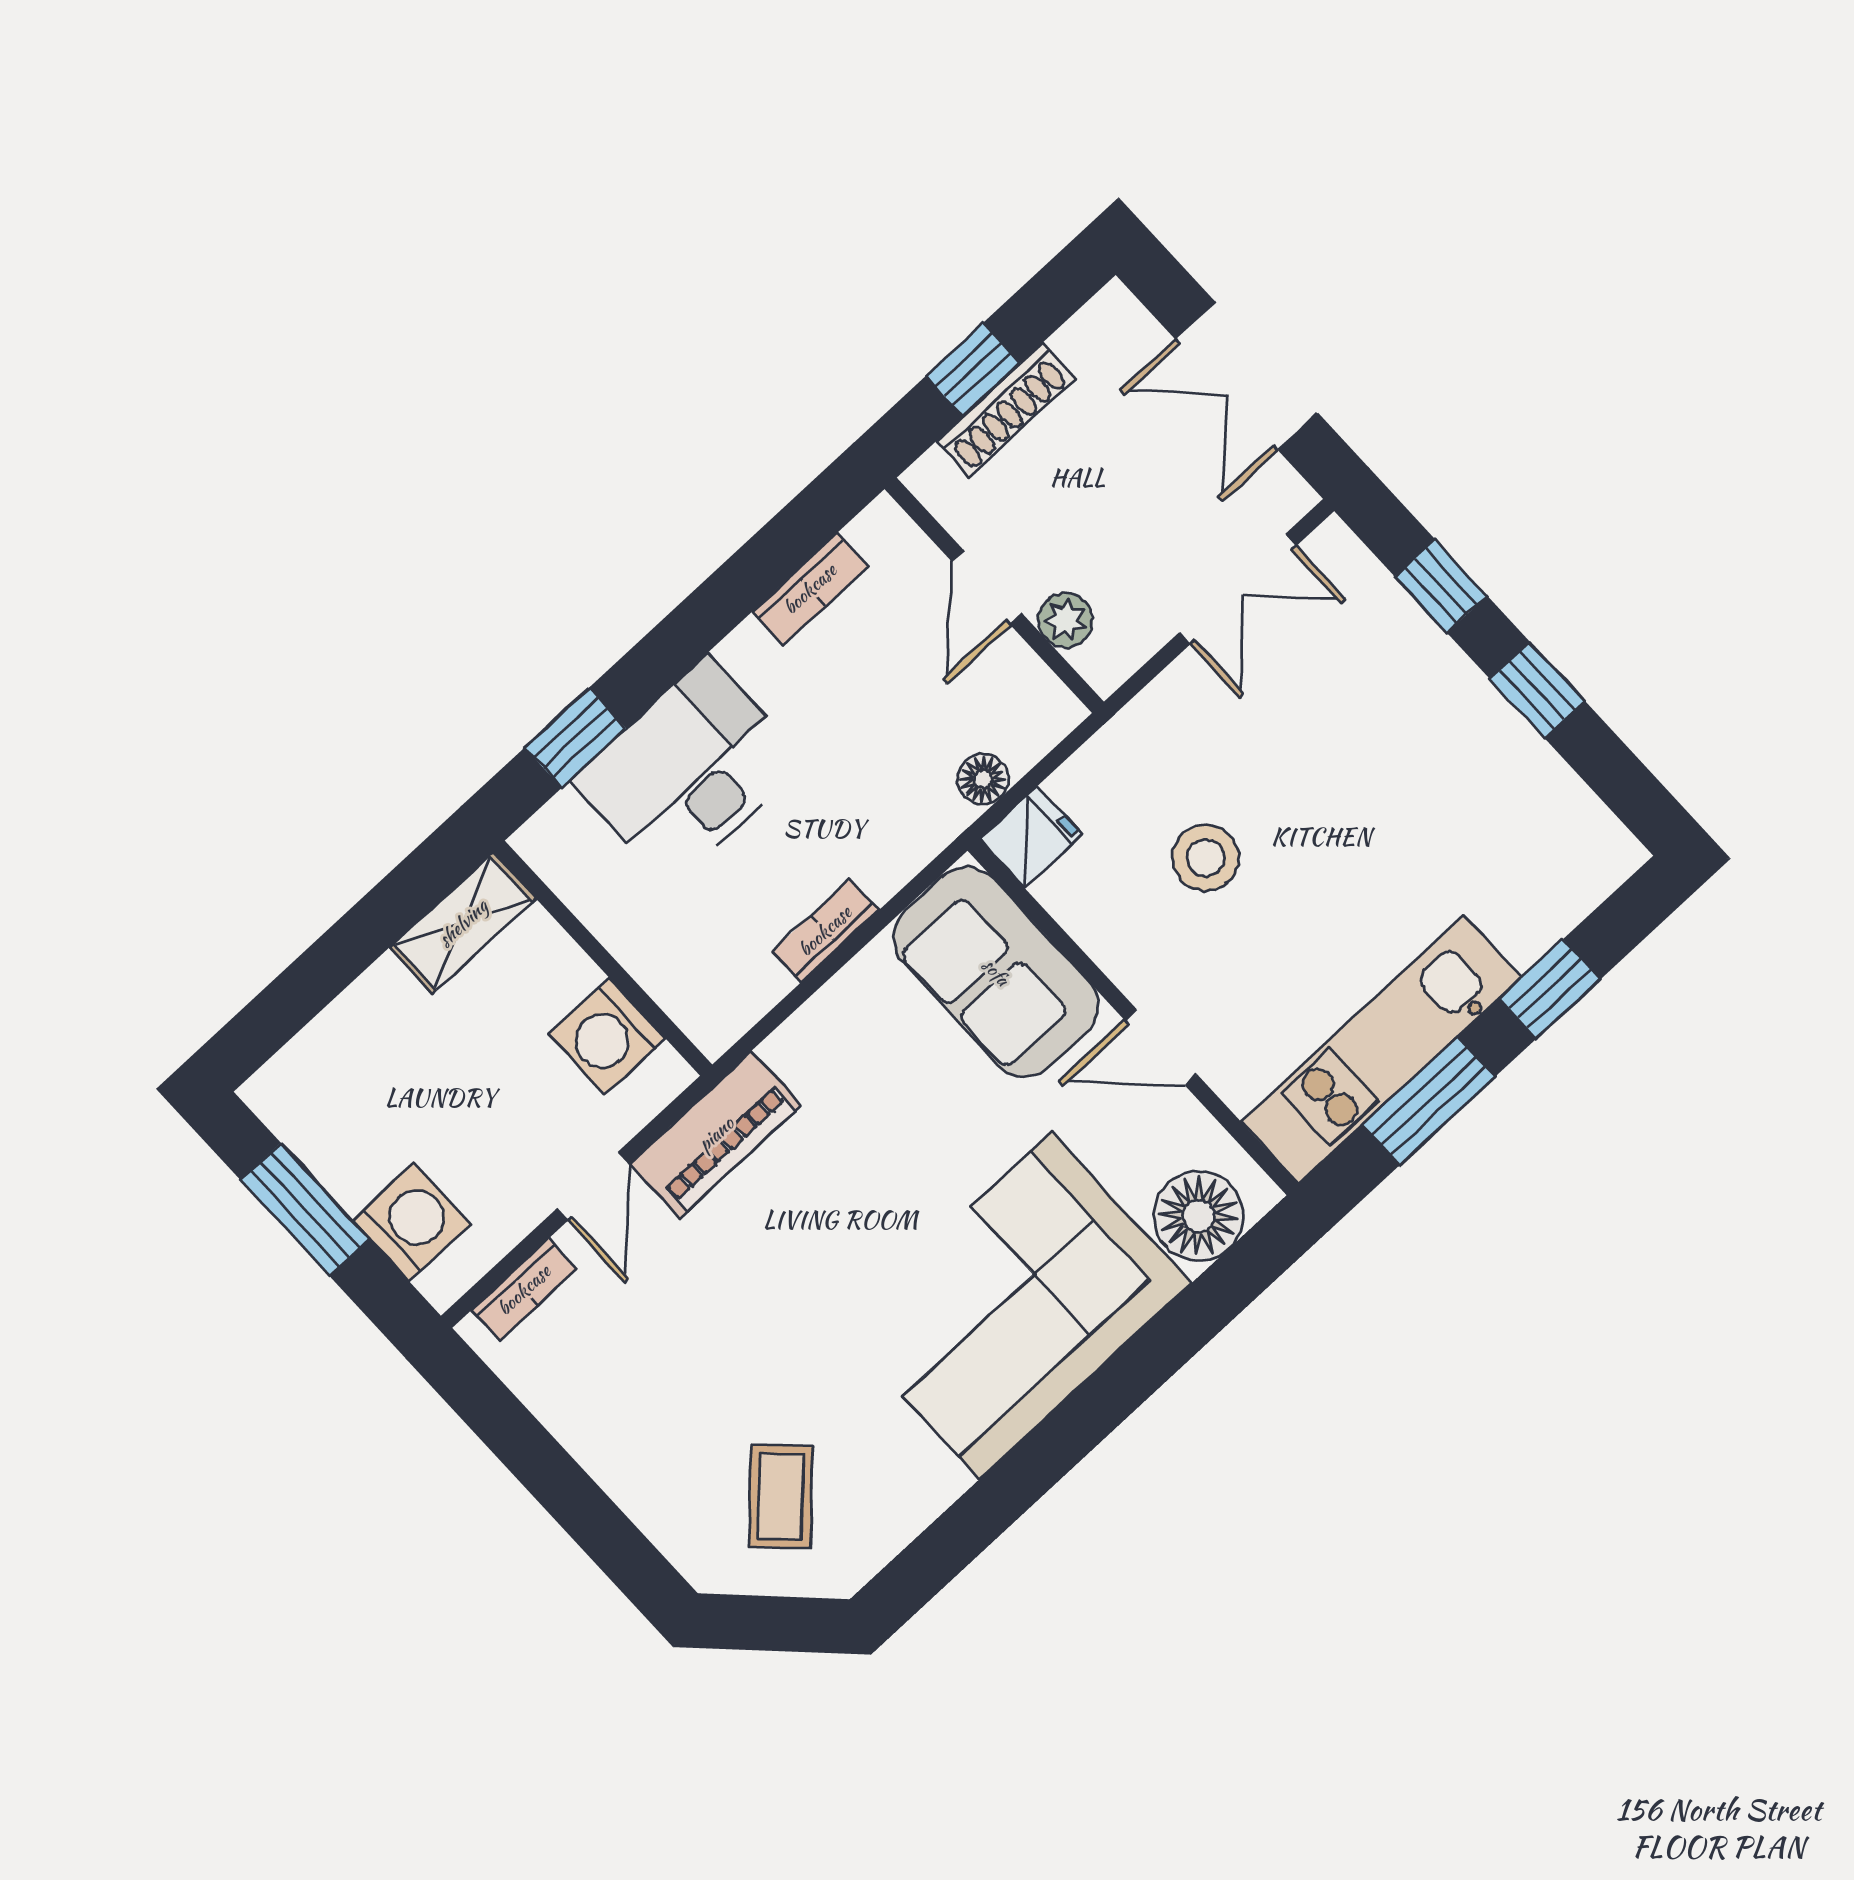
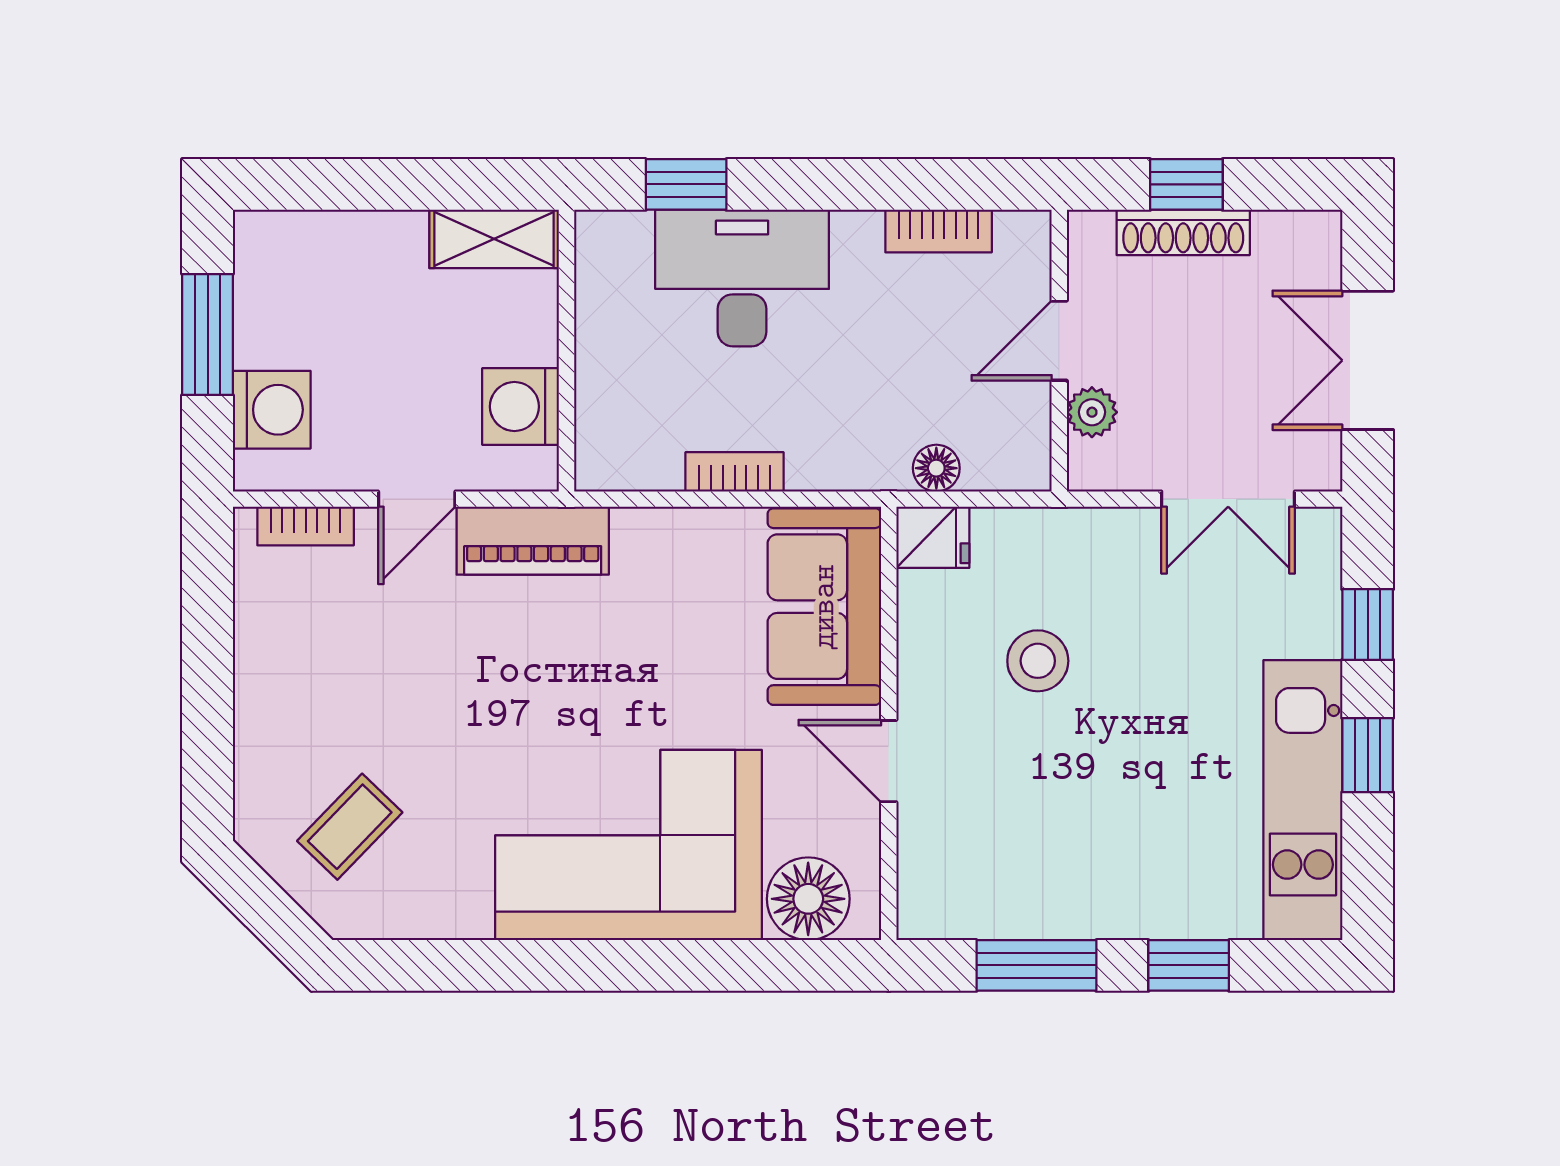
kitchen unit: (1381, 1050) -> (1303, 800), moved, turned -90

